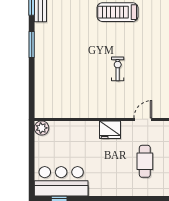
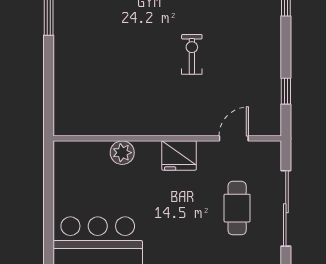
plant: (42, 128) -> (122, 153), moved

